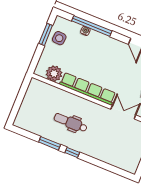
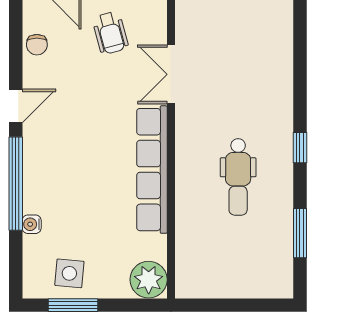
window: (92, 26) -> (16, 184), moved
plant: (54, 74) -> (149, 280), moved
window: (50, 143) -> (300, 233), moved

